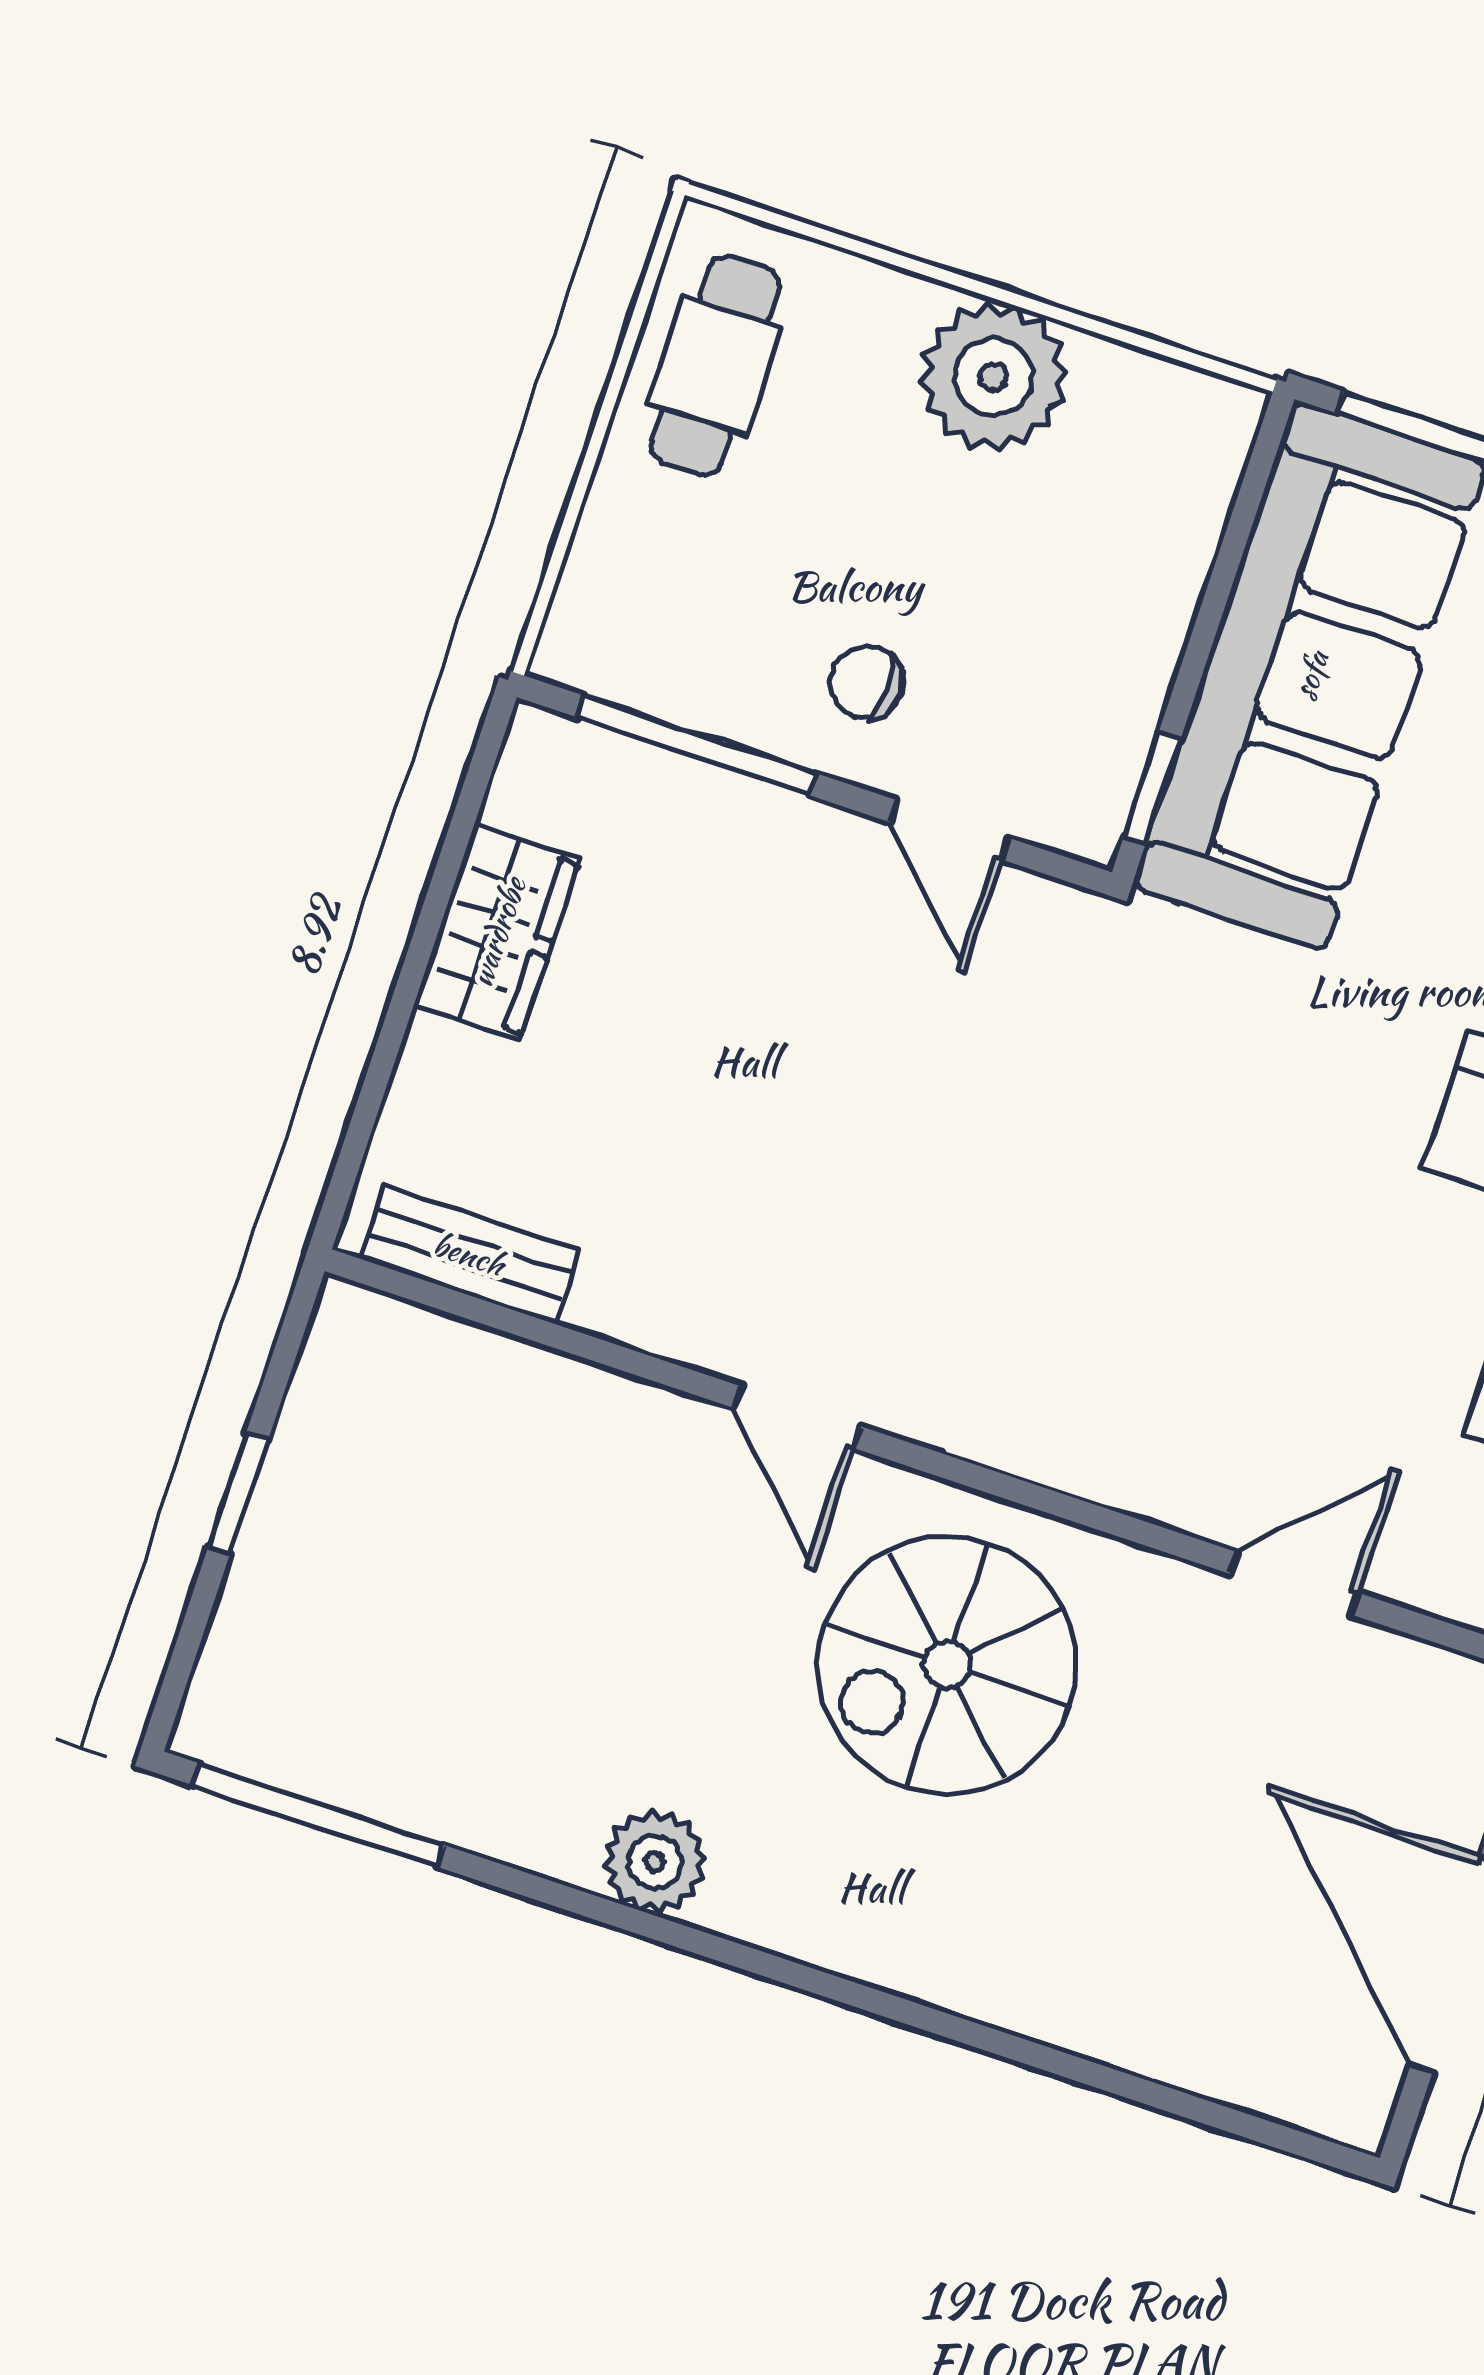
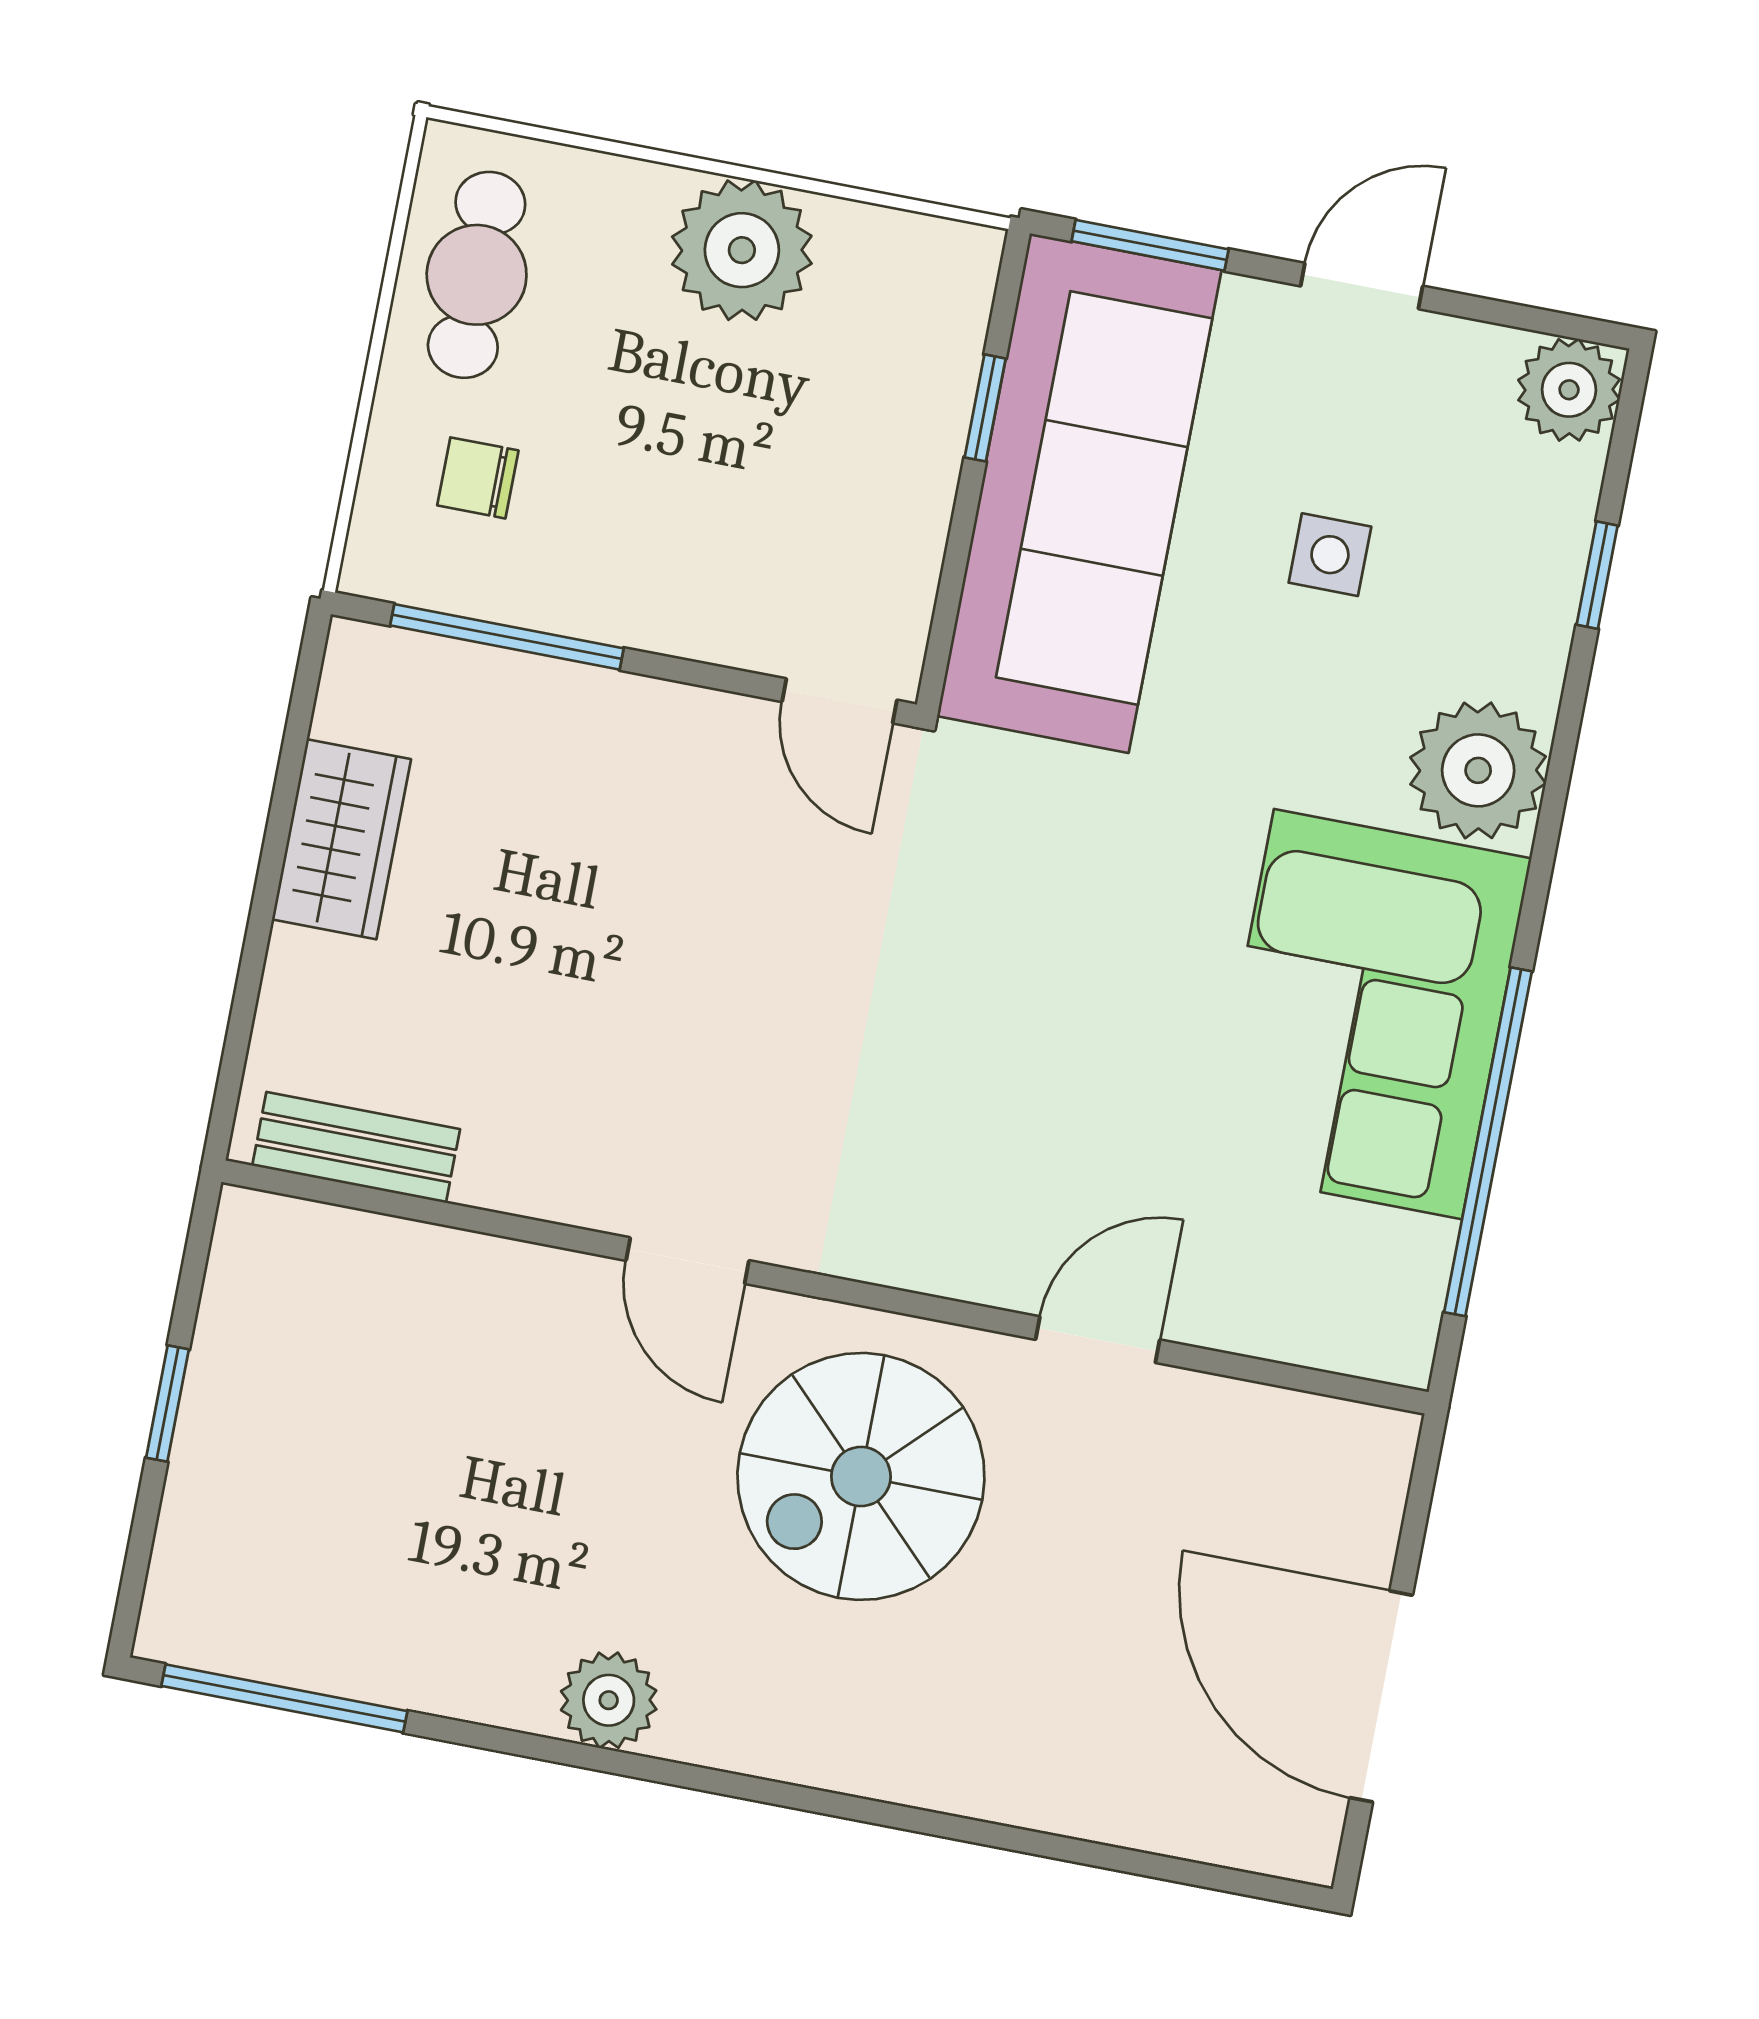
chair: (867, 683) -> (478, 478), moved
window: (1152, 788) -> (985, 408), moved
door: (949, 830) -> (839, 701), moved
door: (1294, 1583) -> (1098, 1340), moved

